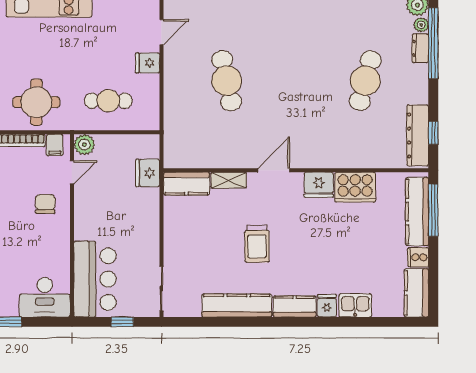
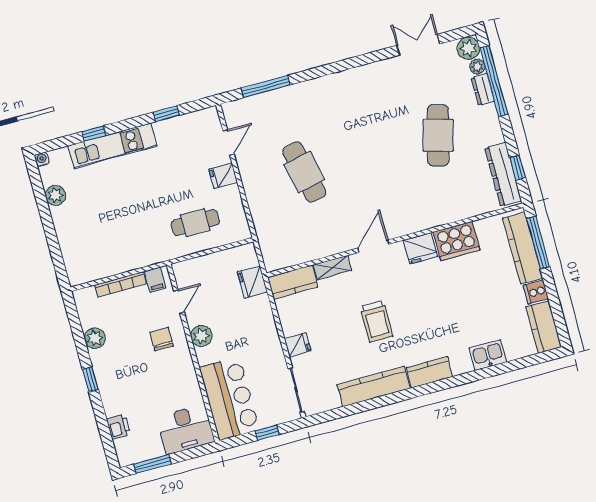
round table: (36, 102) -> (126, 243), removed
plant: (84, 145) -> (201, 336), moved
fridge: (327, 306) -> (298, 345), moved, turned 90

